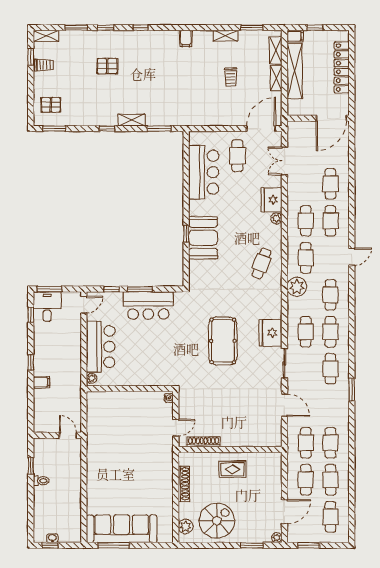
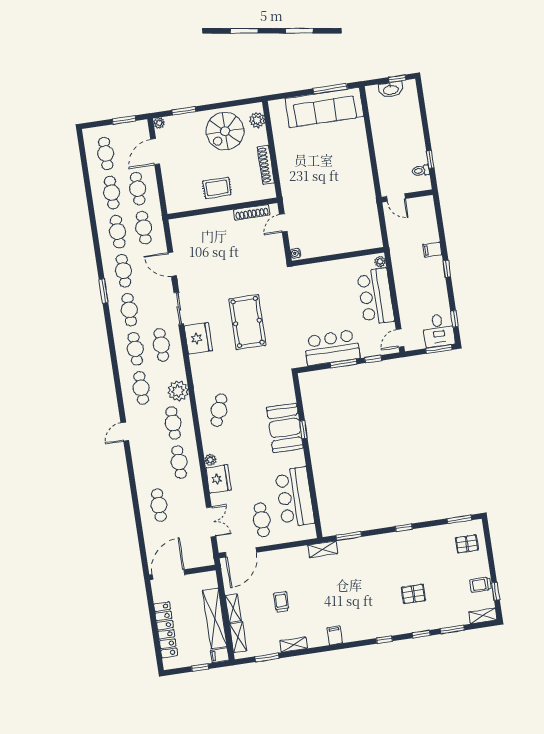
shelving: (132, 120) -> (323, 549), moved
cafe table: (330, 221) -> (123, 271), moved
toilet: (41, 481) -> (421, 171), moved
washbasin: (52, 538) -> (391, 90), width x1.91, depth x1.45

